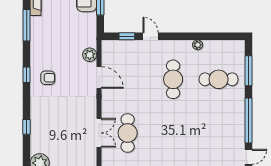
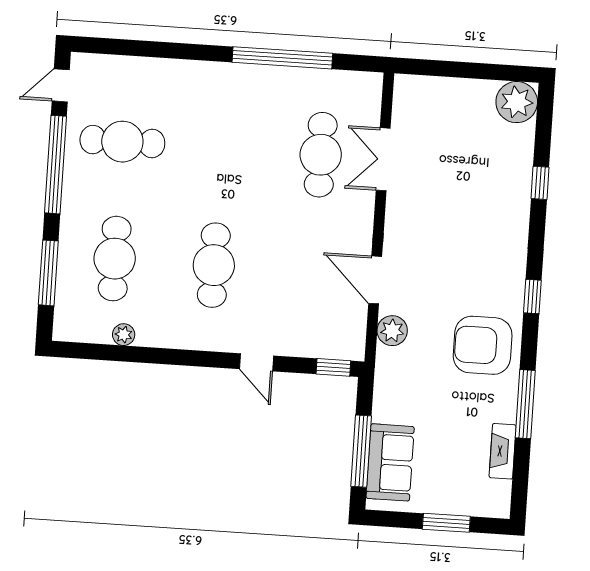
window: (127, 36) -> (333, 367), moved
plant: (198, 45) -> (124, 335), moved
armchair: (48, 78) -> (483, 345), moved, width x1.88, depth x1.88
cafe table: (219, 79) -> (115, 259), turned 90
cafe table: (219, 133) -> (122, 142), added

